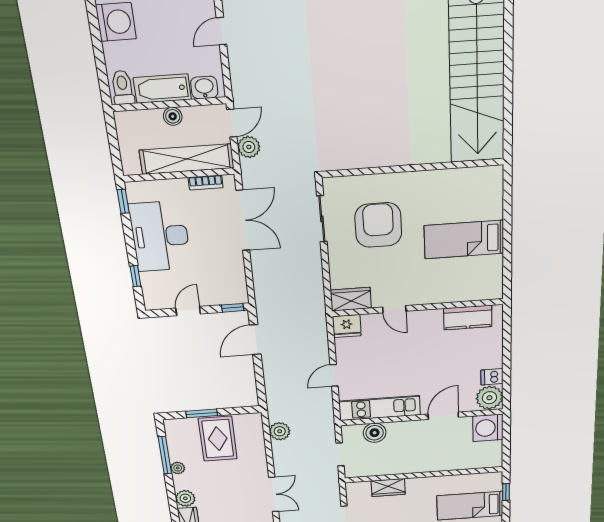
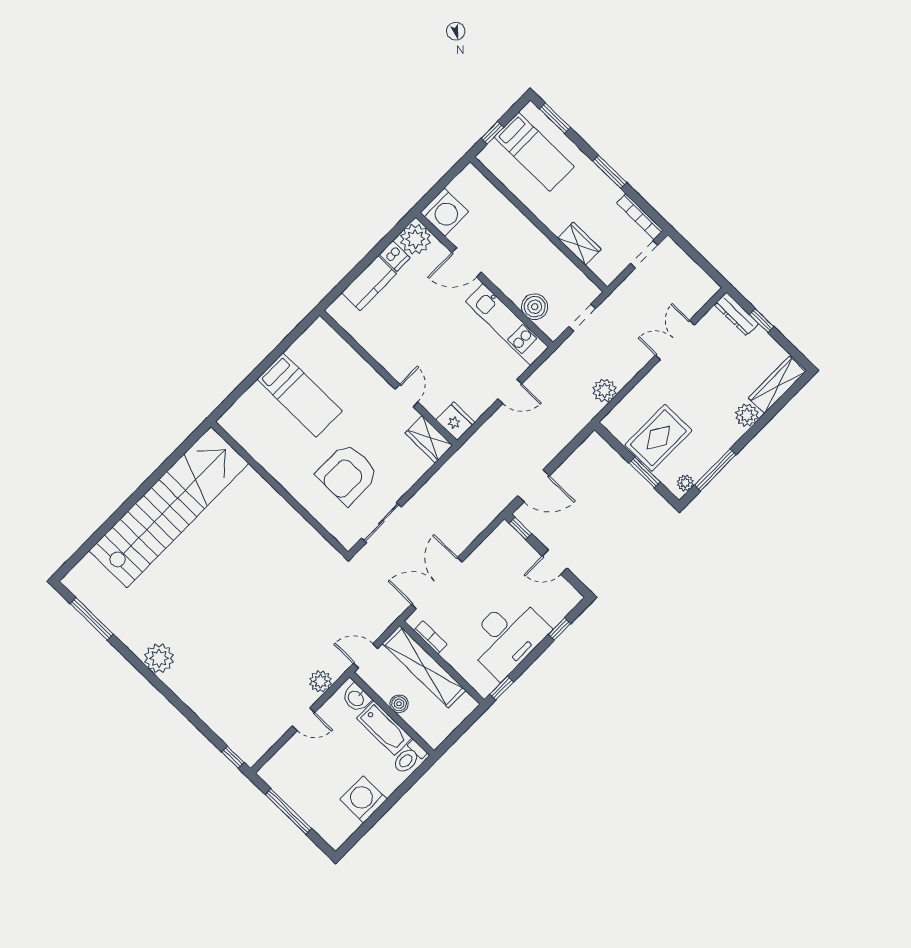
plant: (249, 147) -> (321, 681), moved
kitchen counter: (468, 318) -> (369, 283), moved, turned 90
plant: (178, 468) -> (685, 483), moved

